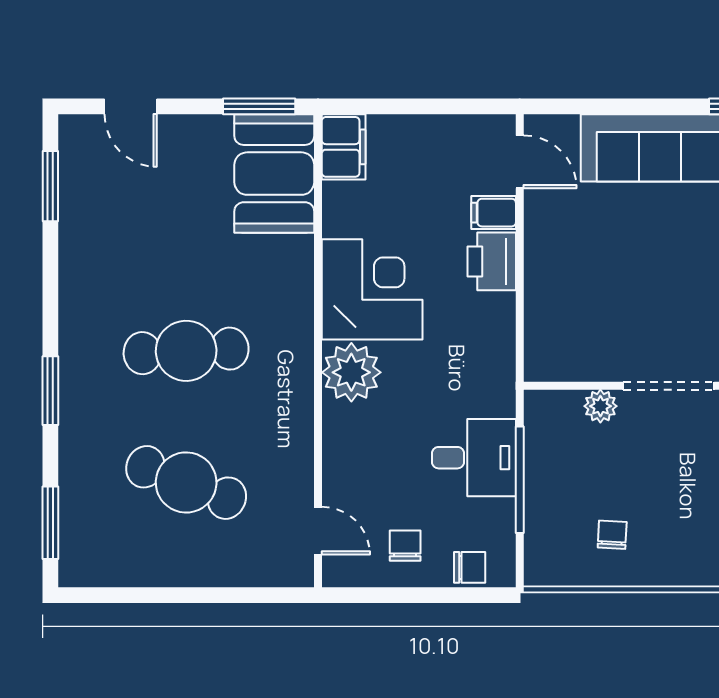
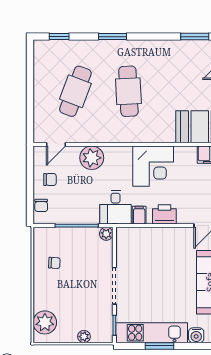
filing cabinet: (494, 213) -> (139, 215), moved
plant: (351, 372) -> (92, 158), moved
plant: (600, 406) -> (106, 234), moved
desk: (474, 458) -> (116, 207), moved
window: (50, 523) -> (59, 37), width x0.67

